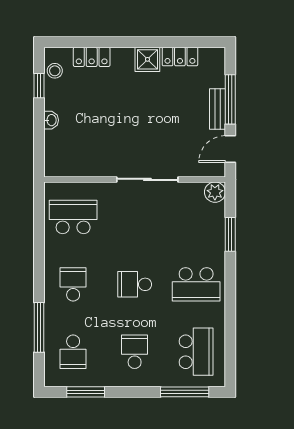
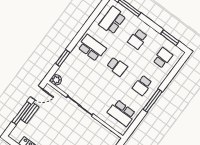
window: (39, 327) -> (153, 100), moved

